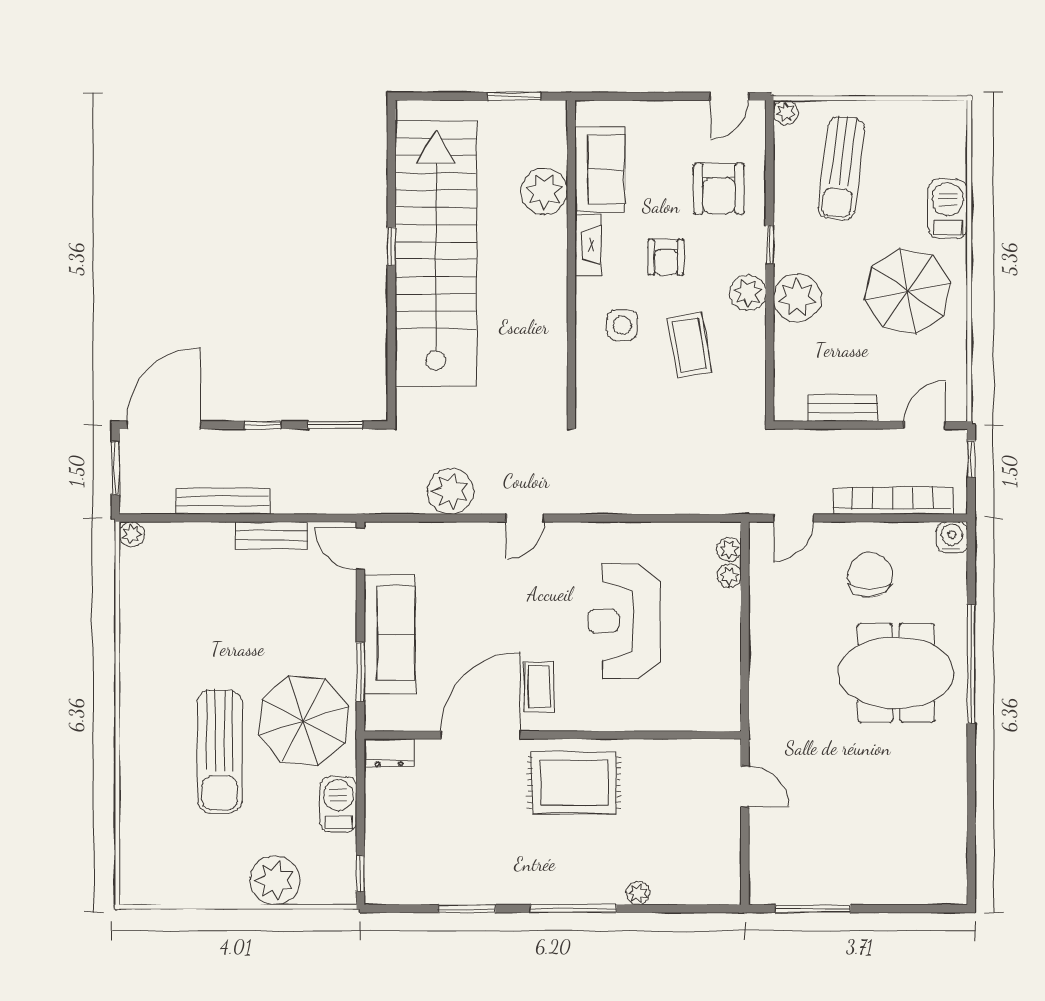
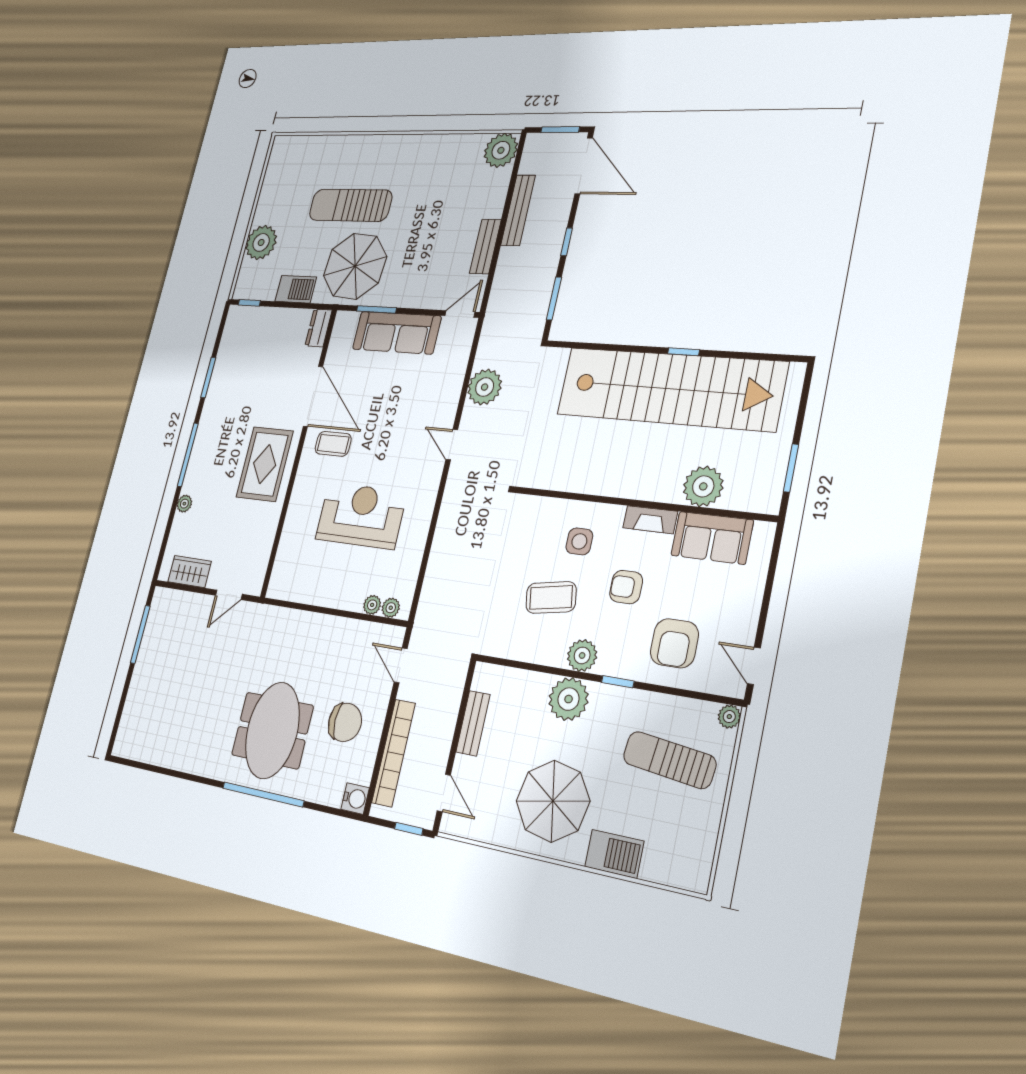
armchair: (719, 189) -> (674, 643), turned -90
plant: (132, 534) -> (501, 150), width x1.87, depth x1.87
wardrobe: (724, 857) -> (190, 572), added

